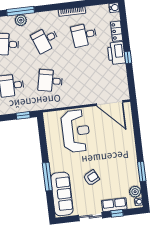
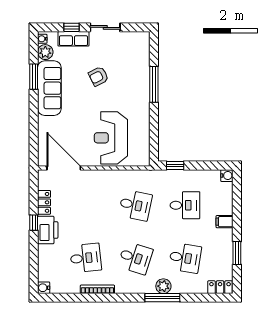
locker: (117, 31) -> (44, 202), moved
desk: (45, 40) -> (135, 258), turned 39
sofa: (62, 194) -> (49, 88), moved, turned 180

